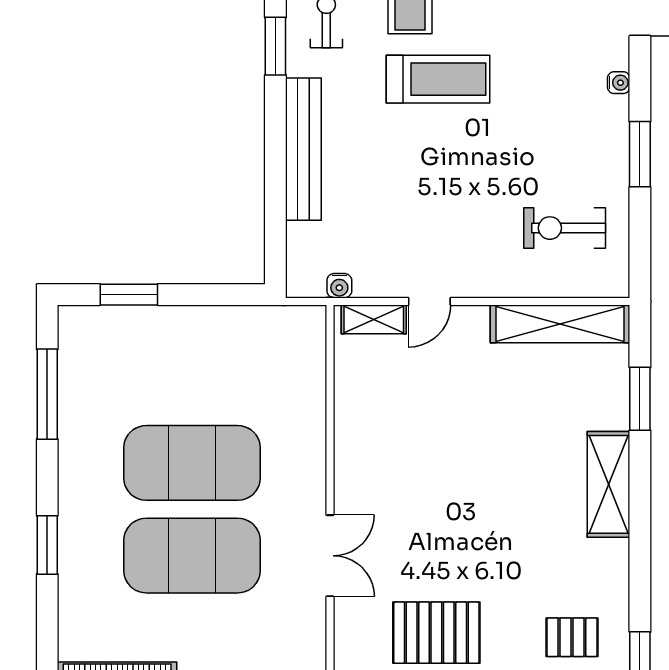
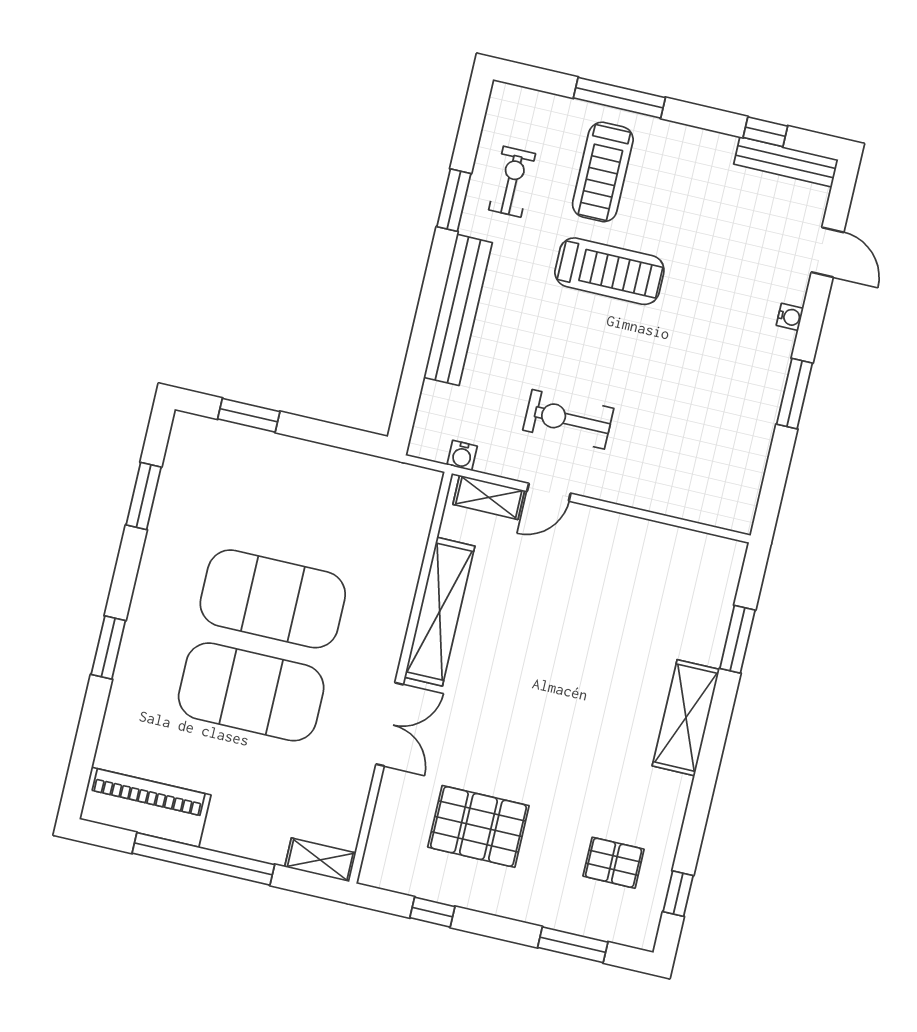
exercise bike: (565, 228) -> (568, 419), moved
shelving: (560, 324) -> (440, 612), moved, turned 90
window: (47, 394) -> (144, 496), width x0.69

